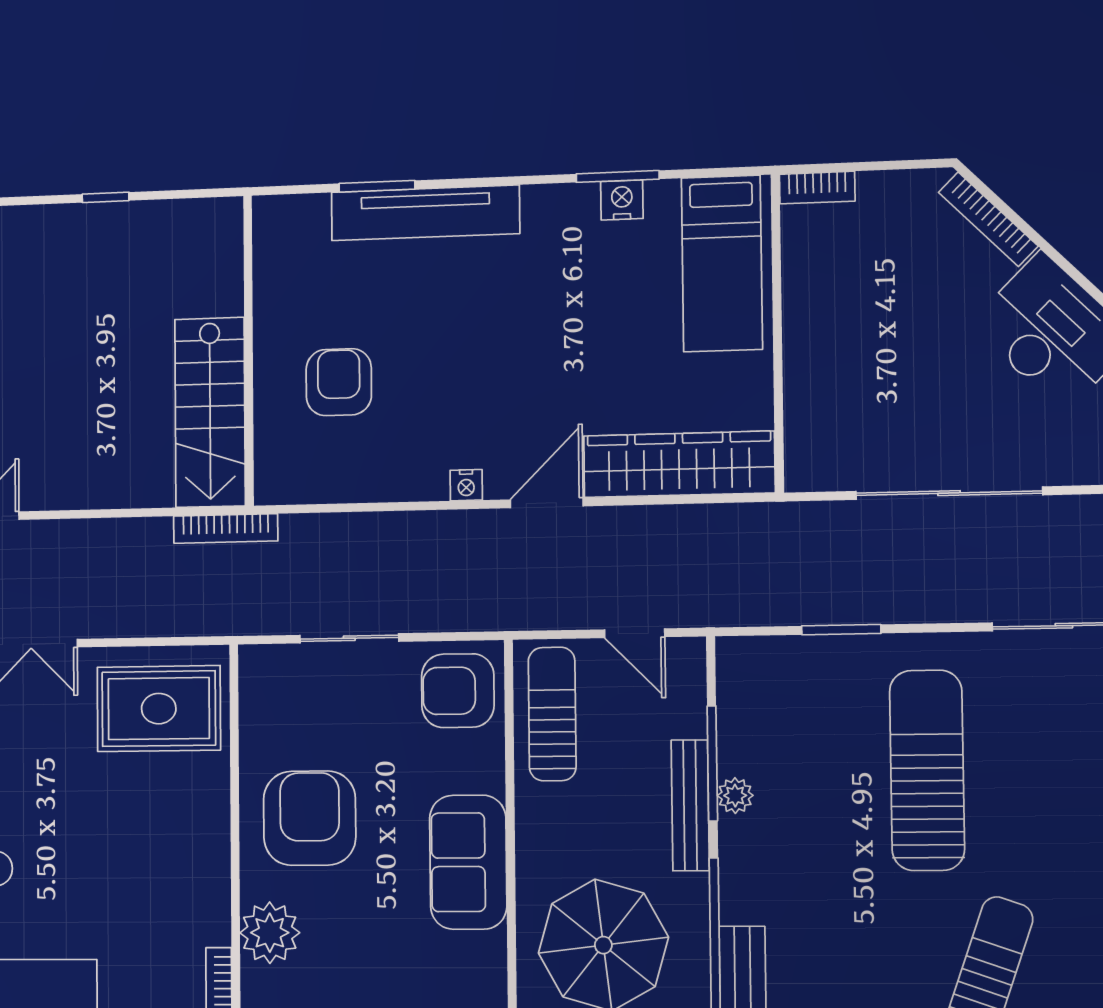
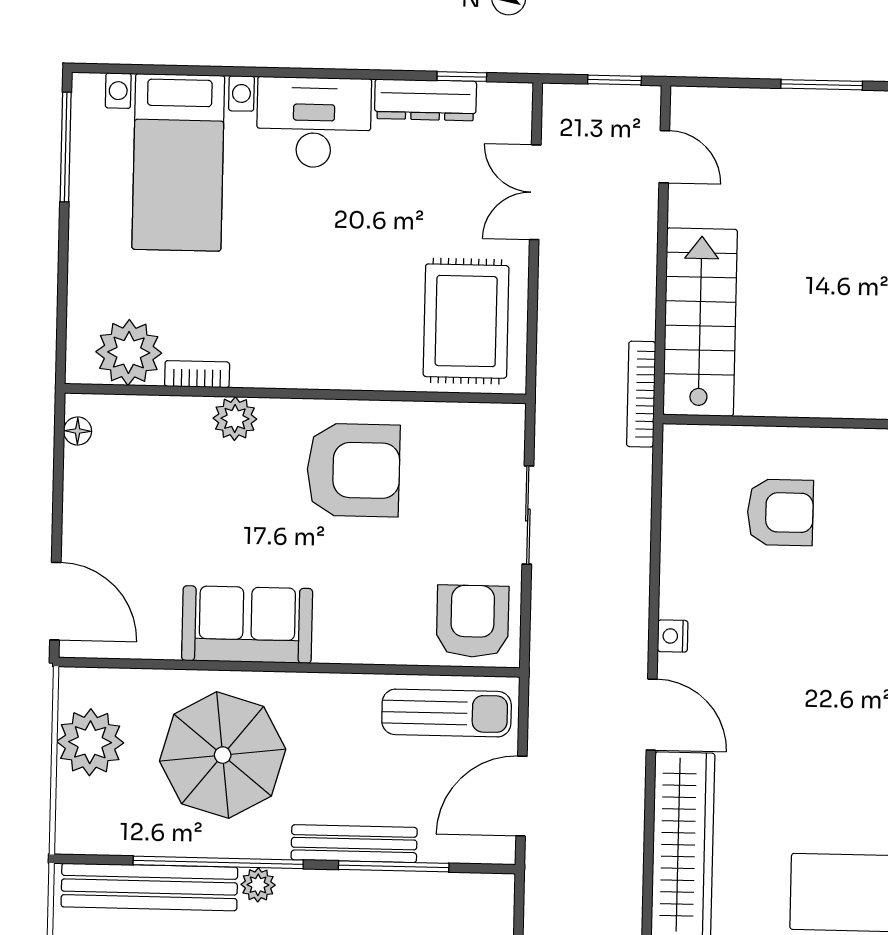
stairs: (210, 412) -> (700, 322), moved, turned 90
door: (635, 633) -> (521, 796), width x1.38
plant: (735, 796) -> (258, 885), moved
sofa: (468, 862) -> (247, 625), moved
plant: (270, 933) -> (235, 419), width x0.73, depth x0.73

